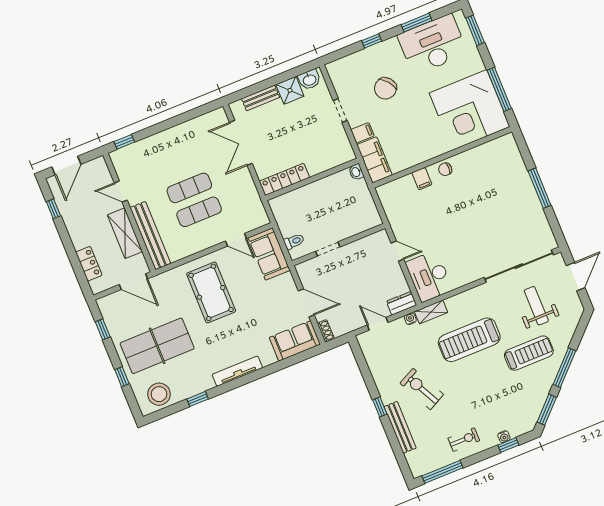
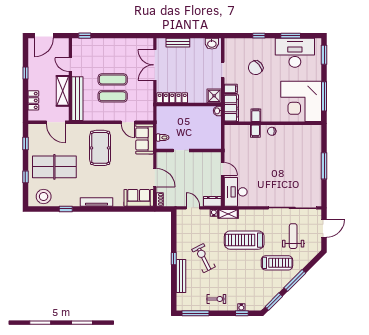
shower: (290, 90) -> (214, 96), moved
filing cabinet: (413, 156) -> (256, 115), added
window: (53, 209) -> (25, 73), moved

